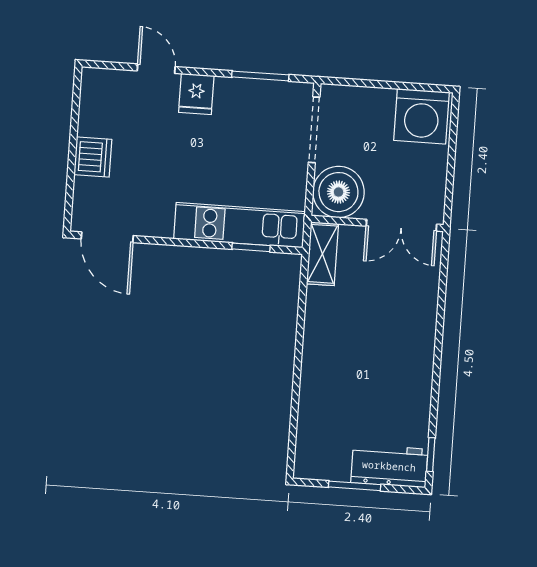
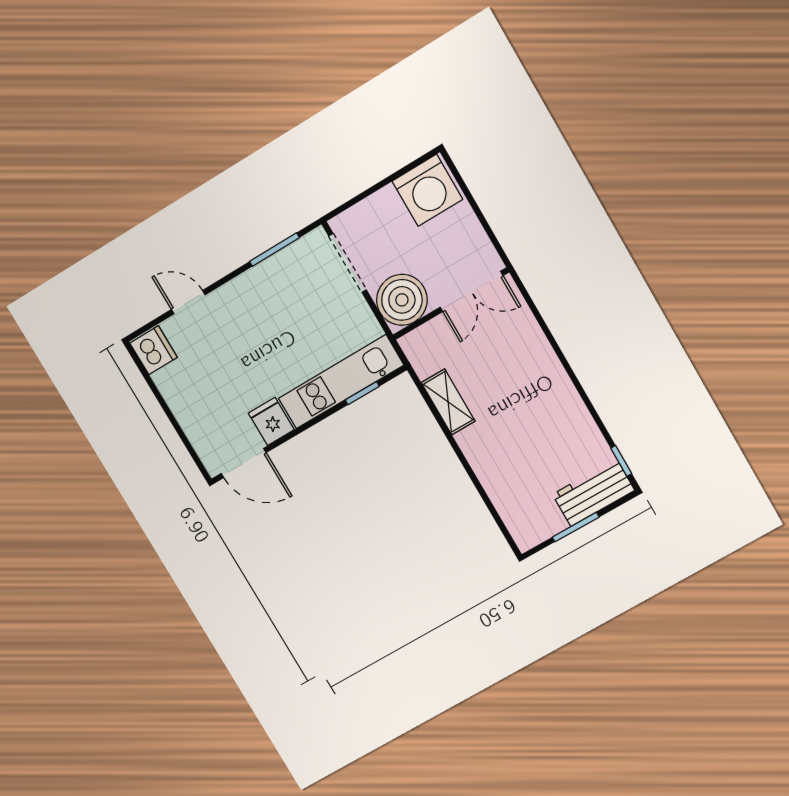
fridge: (196, 94) -> (271, 421), moved, turned 180
dishwasher: (93, 157) -> (154, 350), moved
shelving: (322, 254) -> (448, 402), moved

